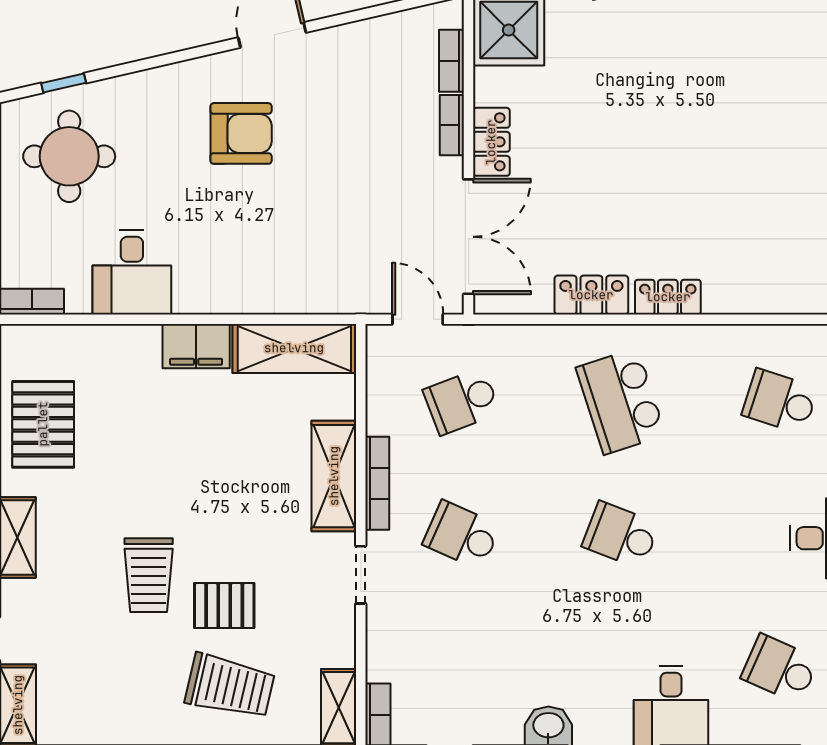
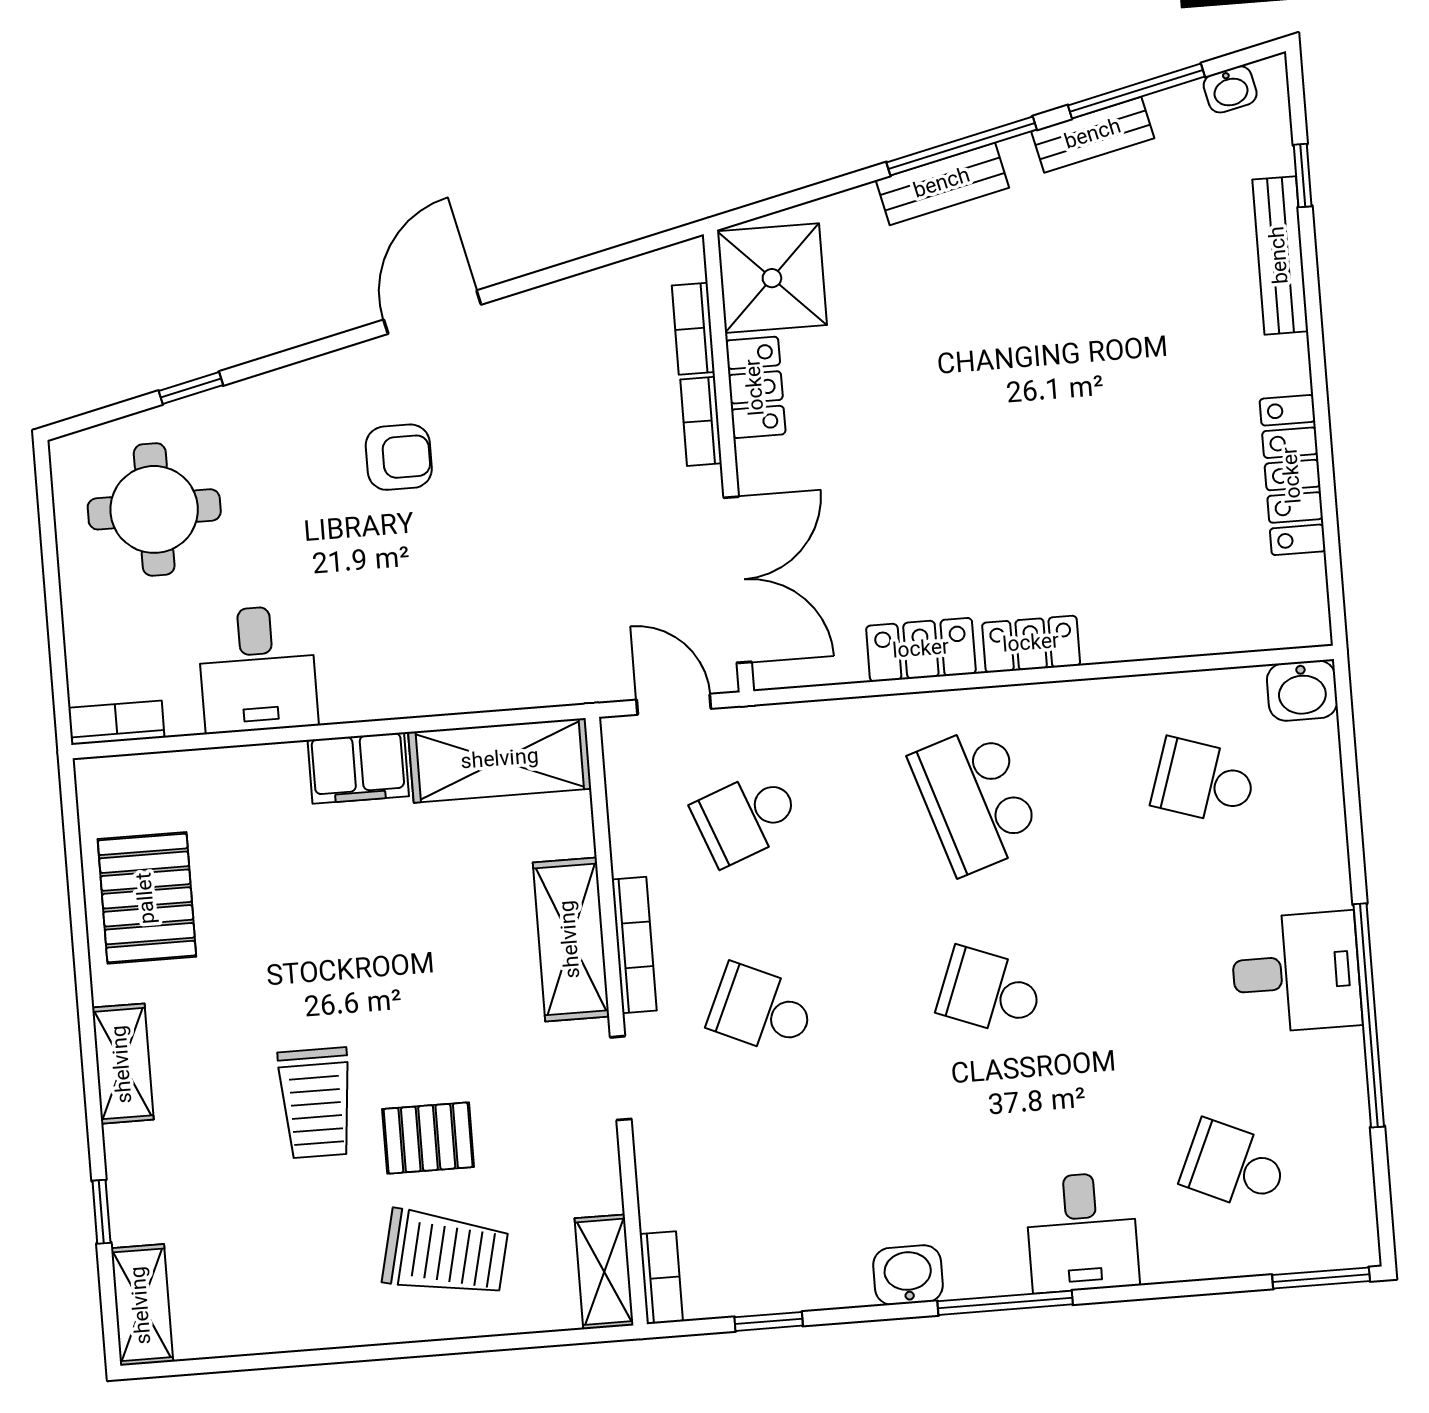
window: (64, 83) -> (191, 388), moved
armchair: (241, 133) -> (399, 457), width x0.72, depth x0.72
locker: (491, 142) -> (756, 387), moved

